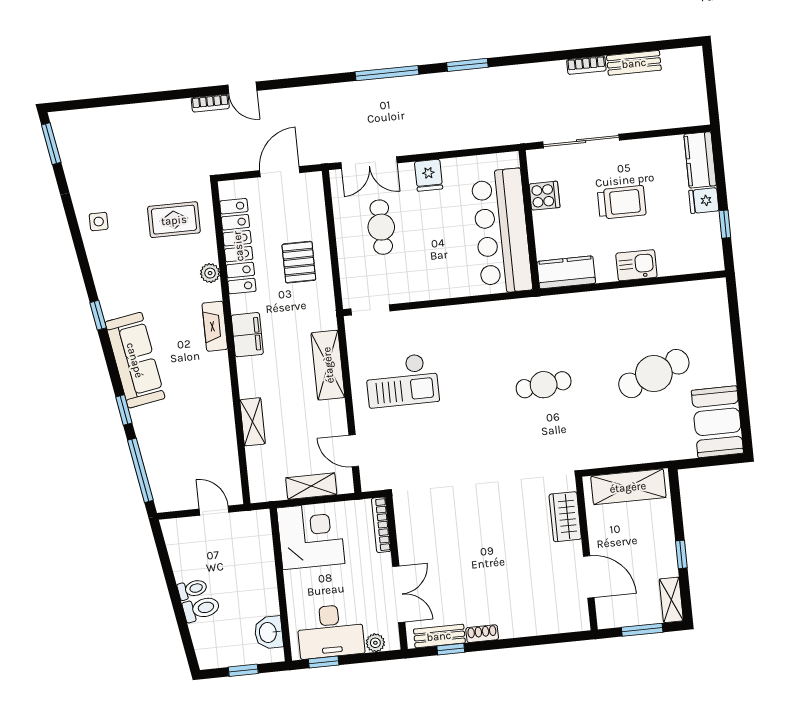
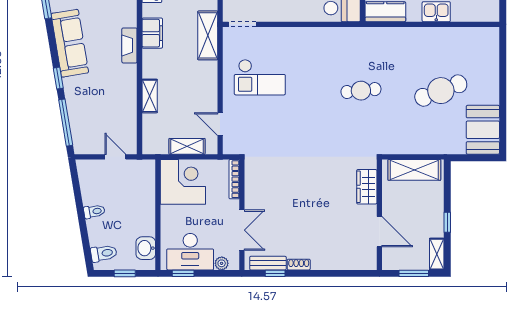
fireplace: (215, 326) -> (129, 45), moved
shelving: (328, 365) -> (208, 35), moved
toilet: (201, 609) -> (104, 253), moved

